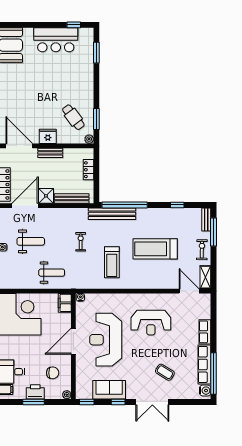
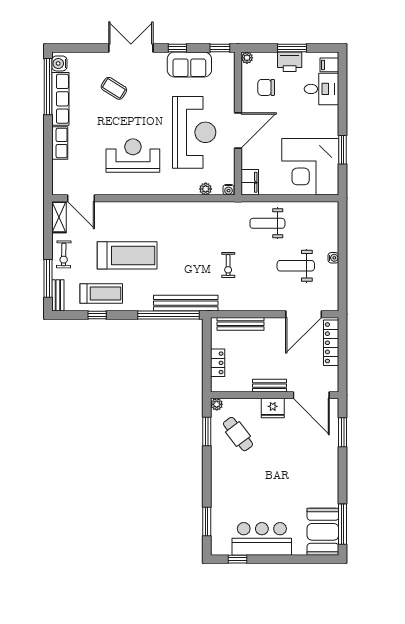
shower: (46, 196) -> (275, 327), removed
treadmill: (112, 262) -> (101, 293), moved, turned 90
plant: (97, 298) -> (206, 189), added

